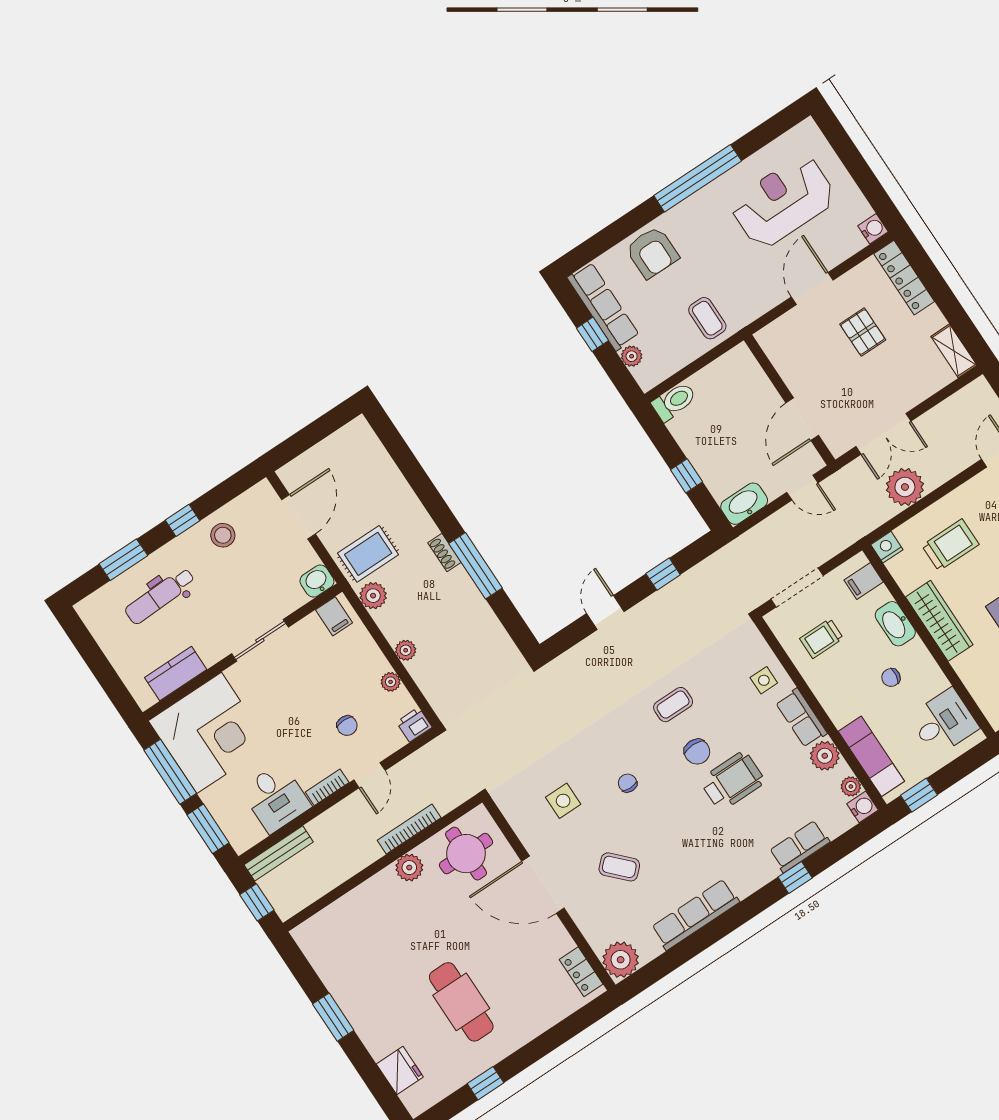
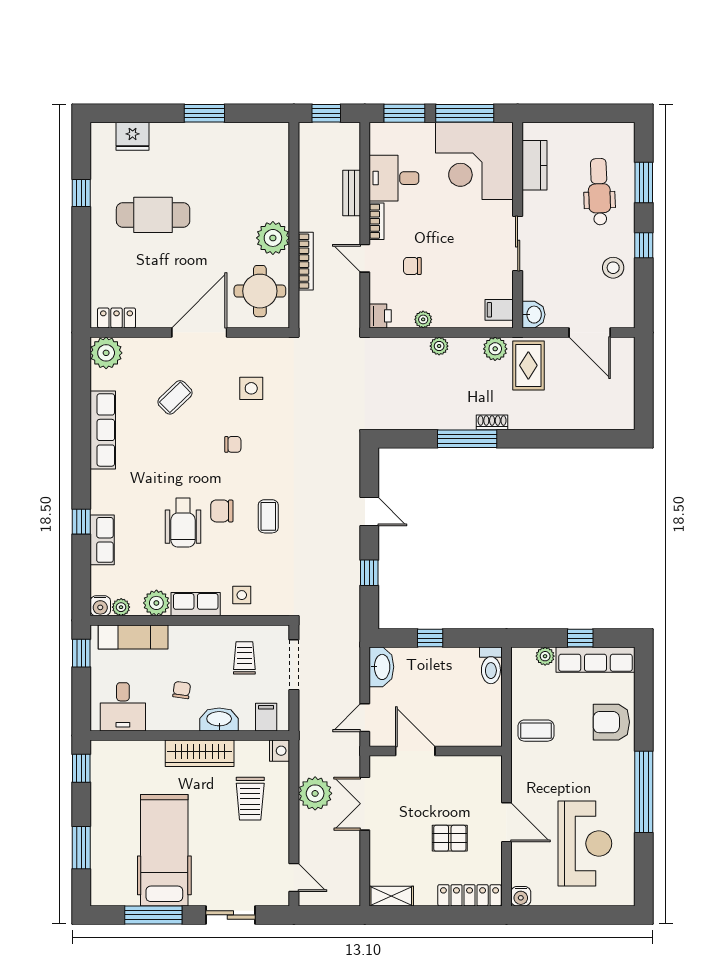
bench: (279, 853) -> (352, 193), moved, width x0.73
plant: (409, 868) -> (273, 238), width x1.36, depth x1.36

